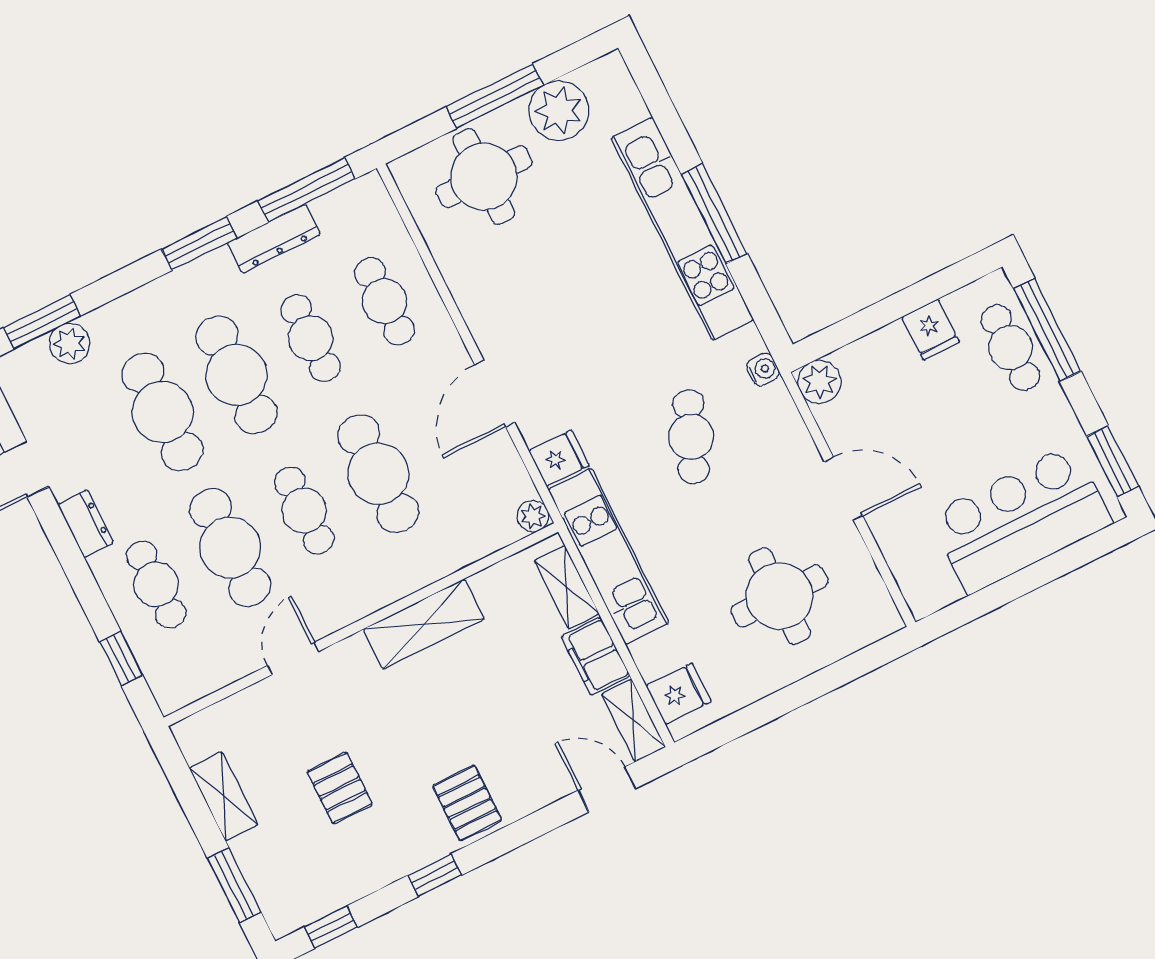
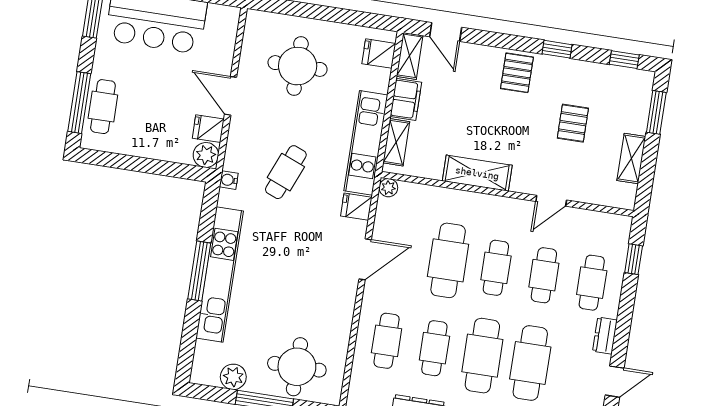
plant: (559, 111) -> (233, 377), width x0.73, depth x0.73
fridge: (931, 330) -> (208, 129), moved, turned -90
cafe table: (230, 548) -> (544, 275), width x0.73, depth x0.74

